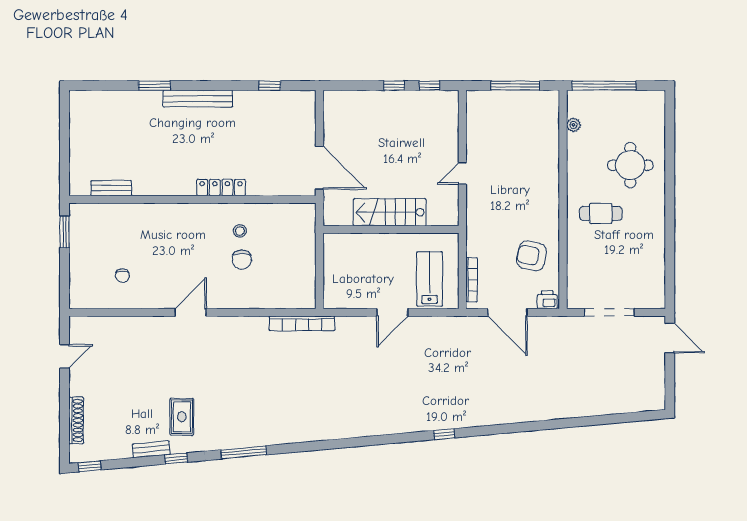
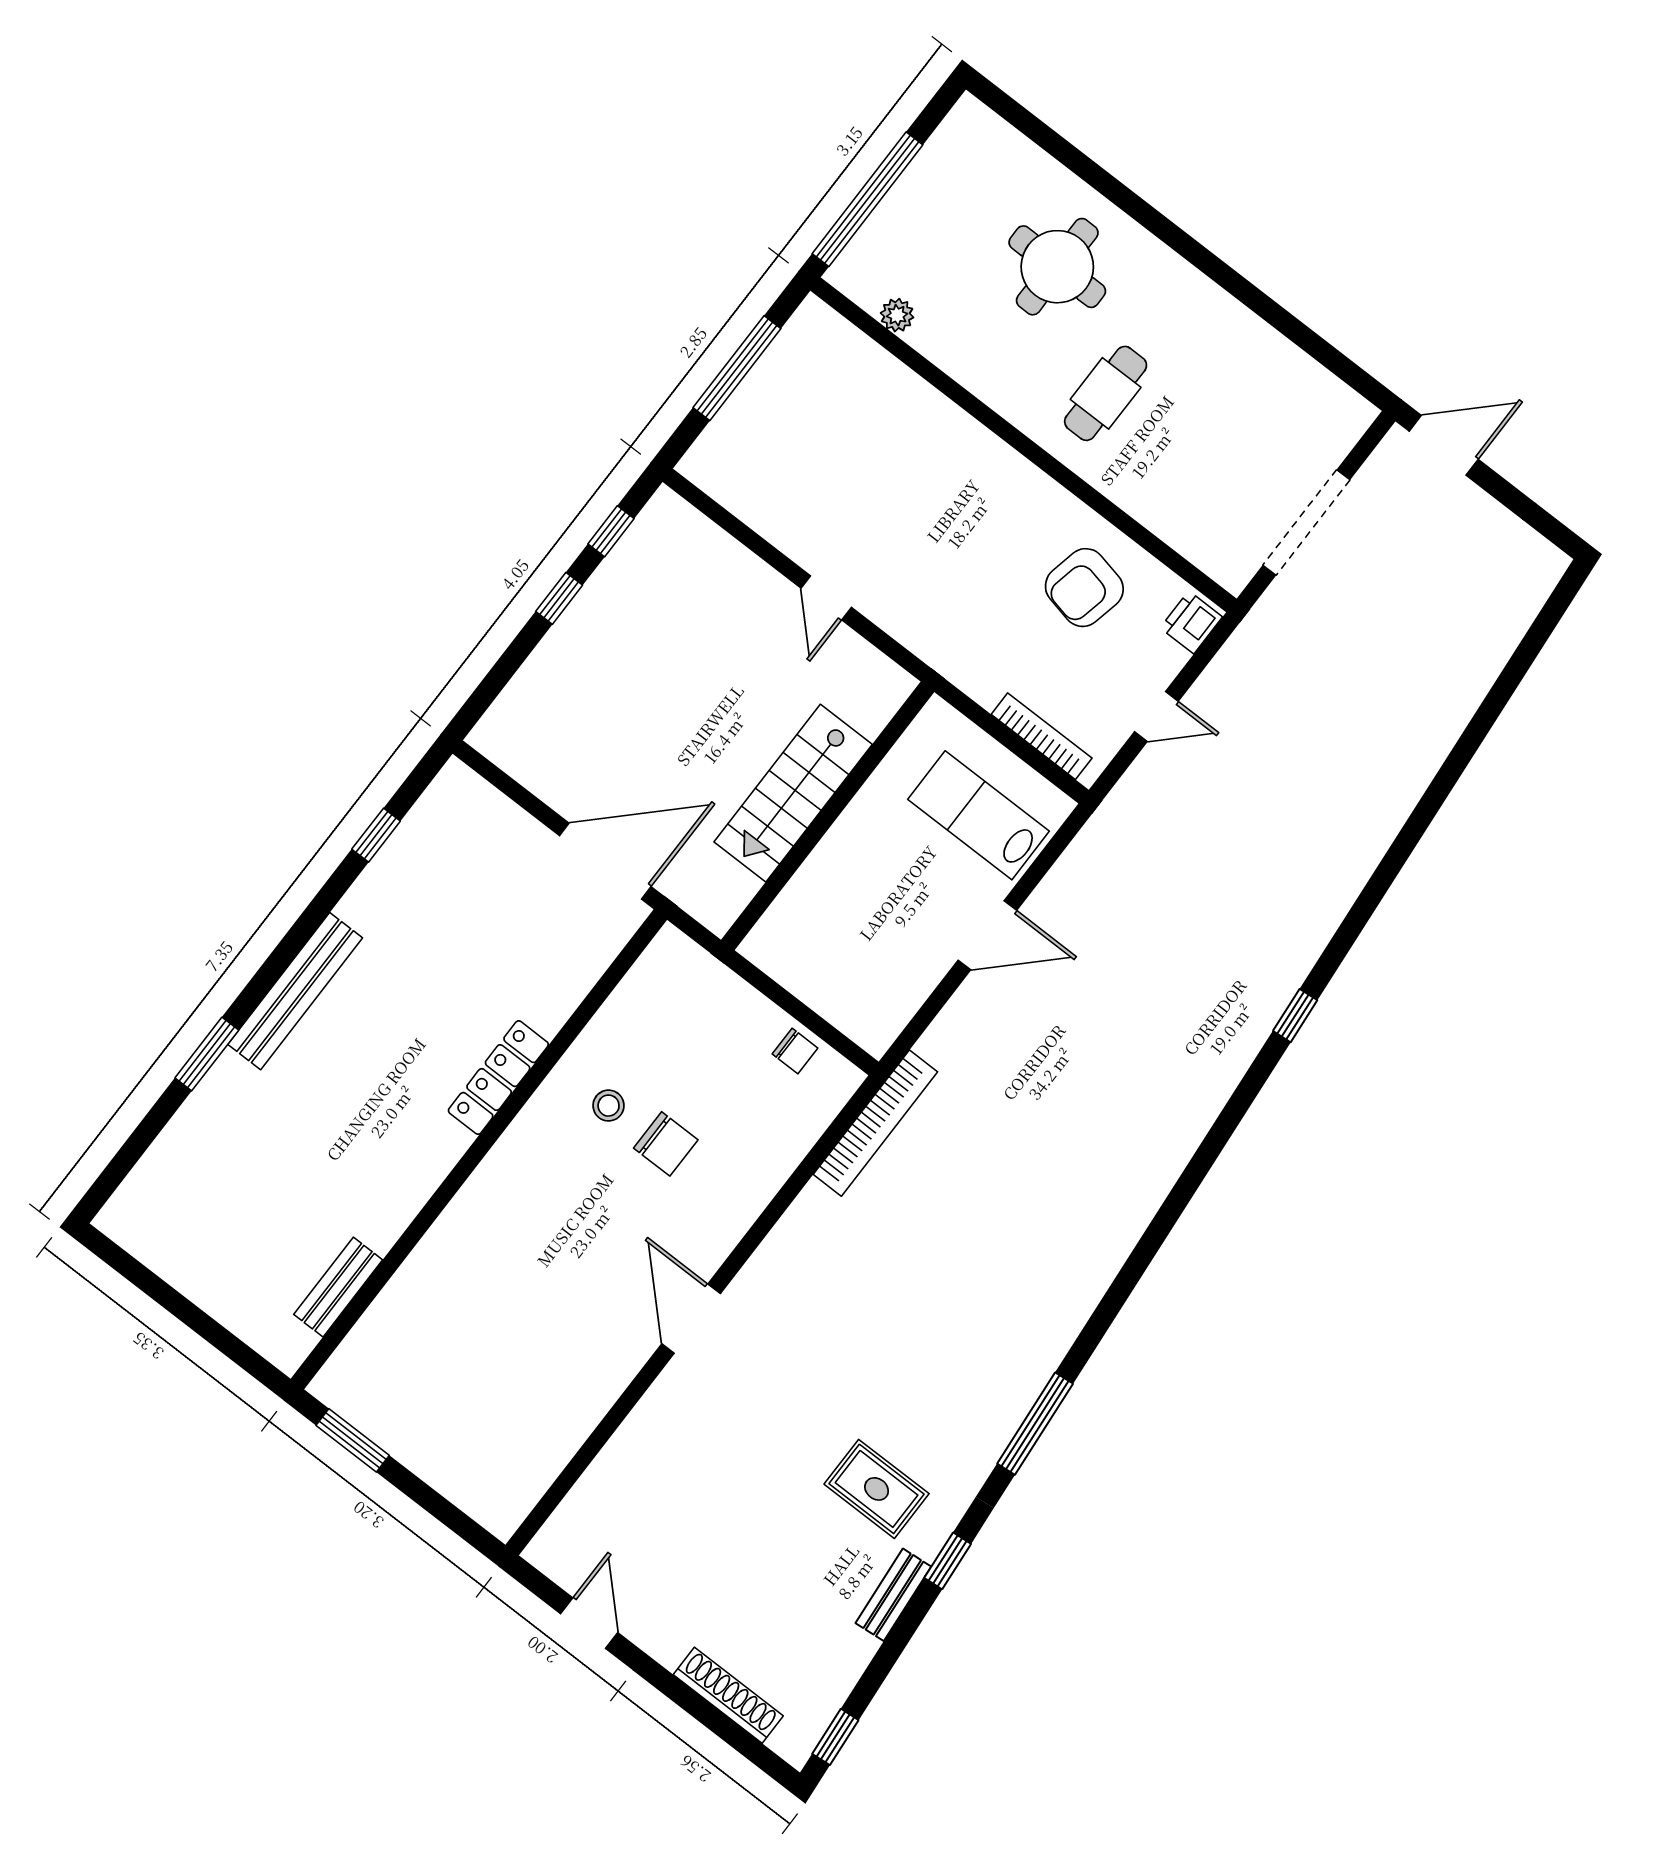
chair: (122, 276) -> (795, 1051), moved
door: (392, 312) -> (987, 935), hinge flipped
door: (507, 312) -> (1156, 717), width x0.53

